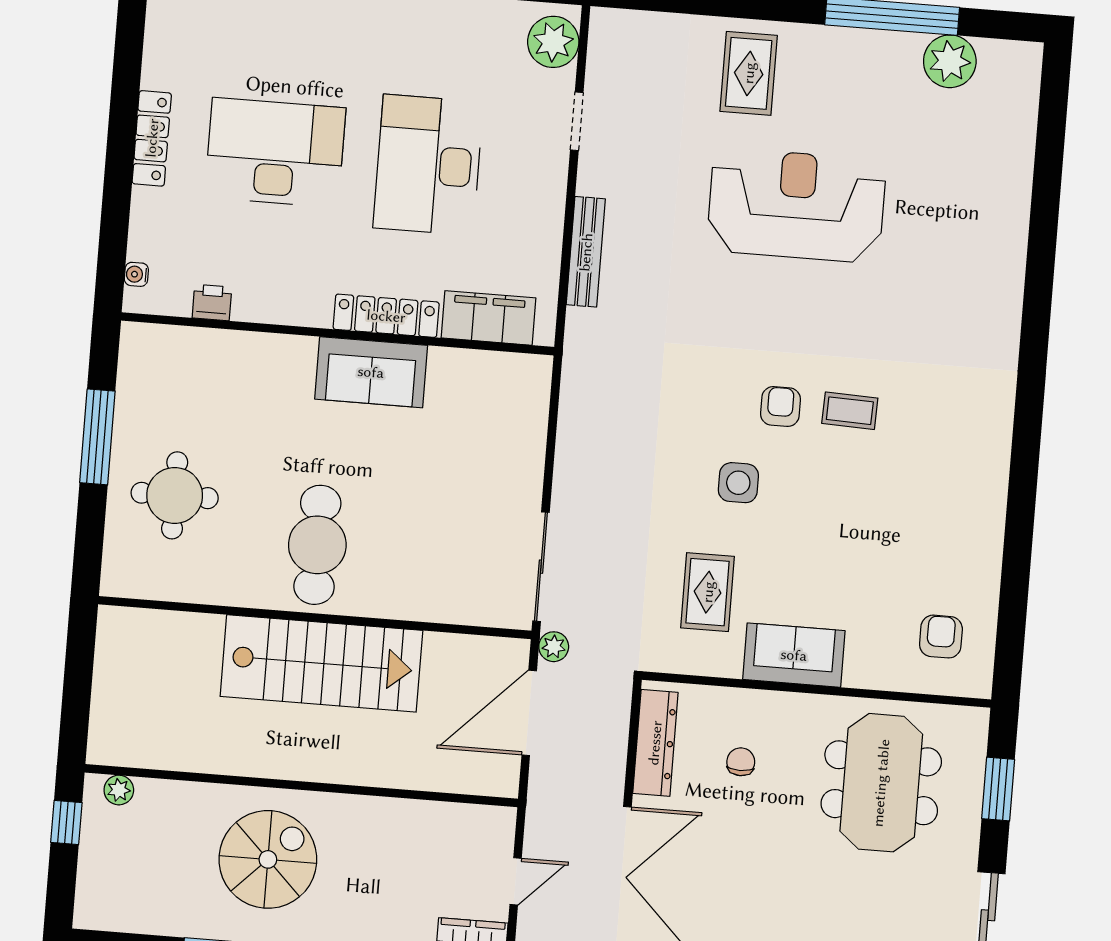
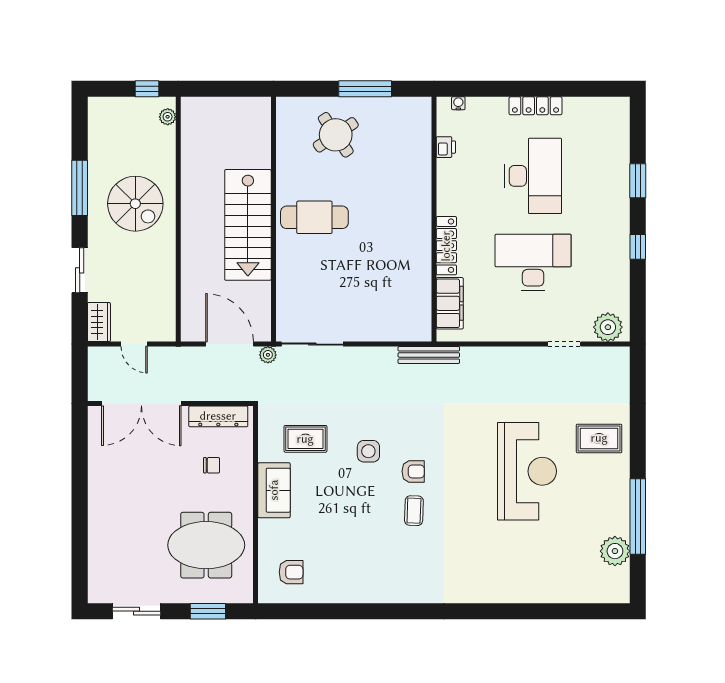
bench: (586, 252) -> (429, 355), moved
sofa: (371, 372) -> (414, 240), removed
round table: (175, 495) -> (336, 135), turned -34

